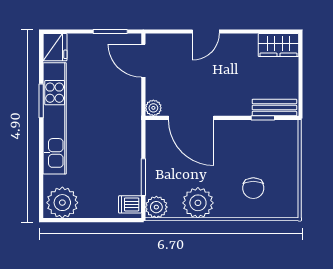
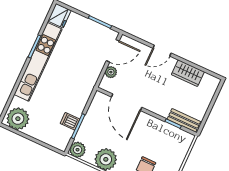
wardrobe: (278, 45) -> (188, 73), moved
door: (143, 61) -> (113, 51), swing flipped
plant: (153, 108) -> (111, 72), moved
dishwasher: (130, 204) -> (70, 121), moved

